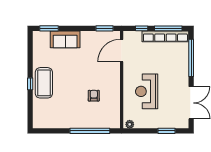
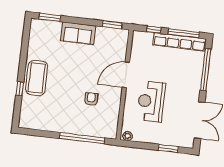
sofa: (65, 39) -> (78, 33), moved
door: (122, 51) -> (126, 75), moved
window: (30, 84) -> (20, 89), moved

